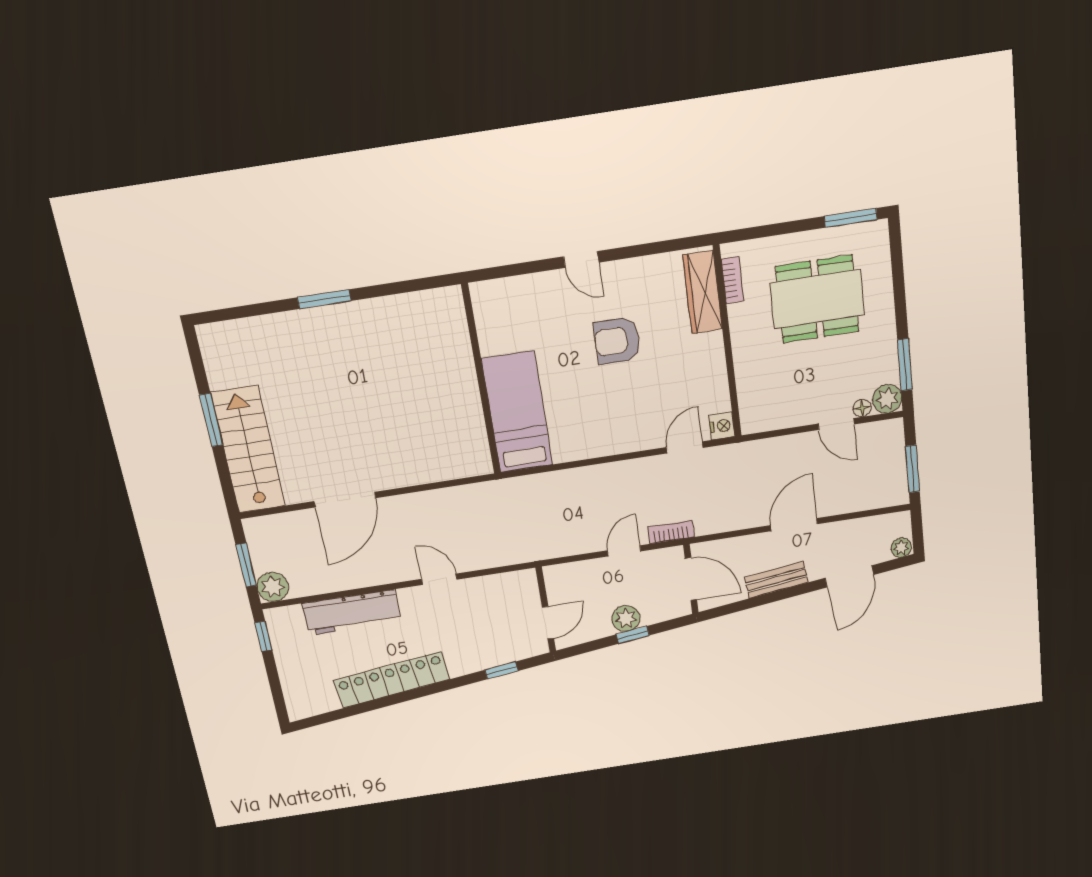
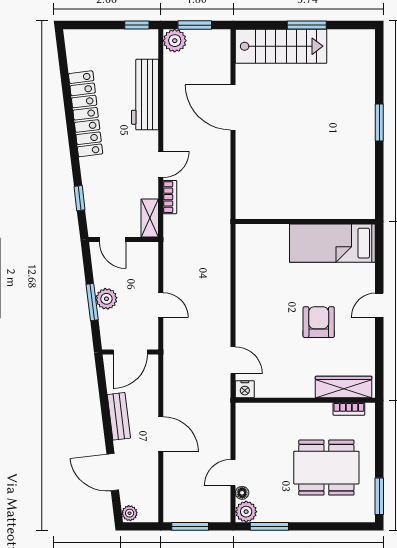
dining table: (817, 299) -> (326, 468), turned 90
bed: (517, 412) -> (332, 243), moved, turned 180
bookcase: (671, 532) -> (170, 197), moved
shelving: (512, 582) -> (150, 218), added
window: (633, 635) -> (92, 302), width x1.50

